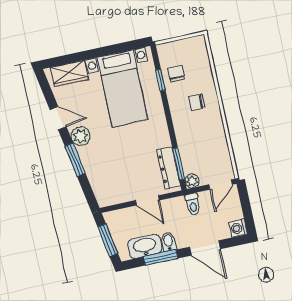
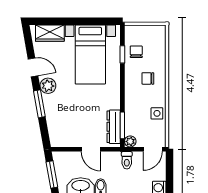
side table: (216, 141) -> (157, 113), added

